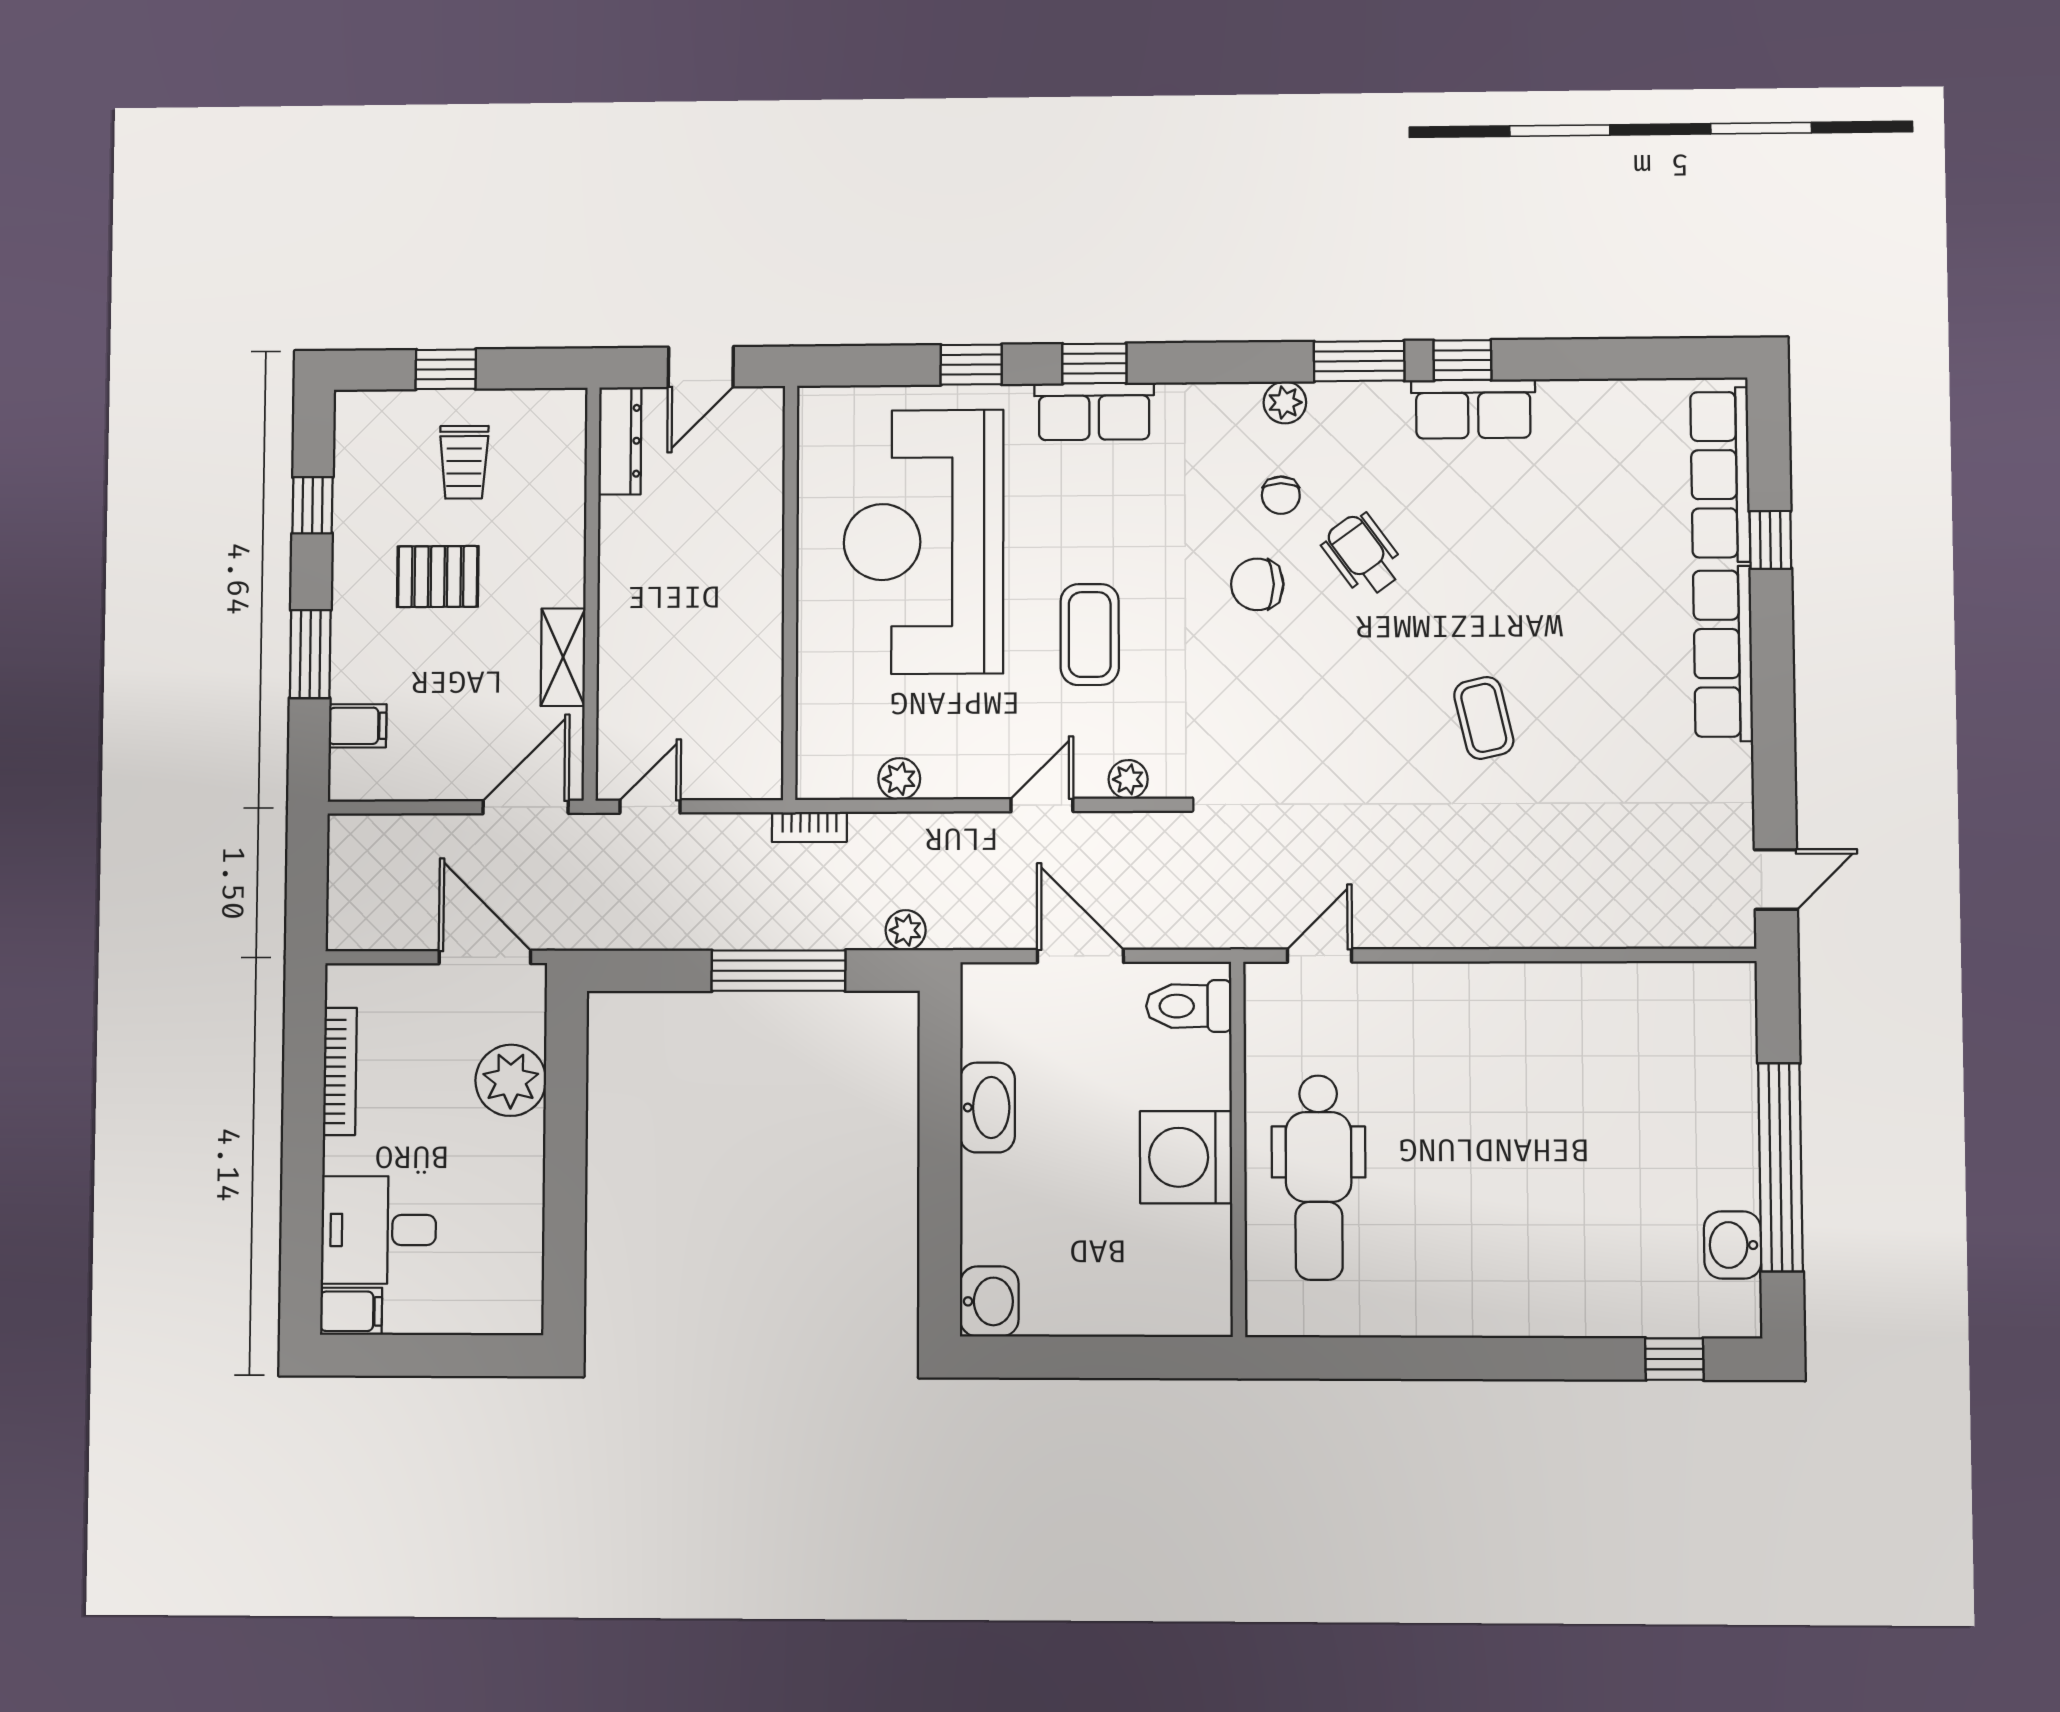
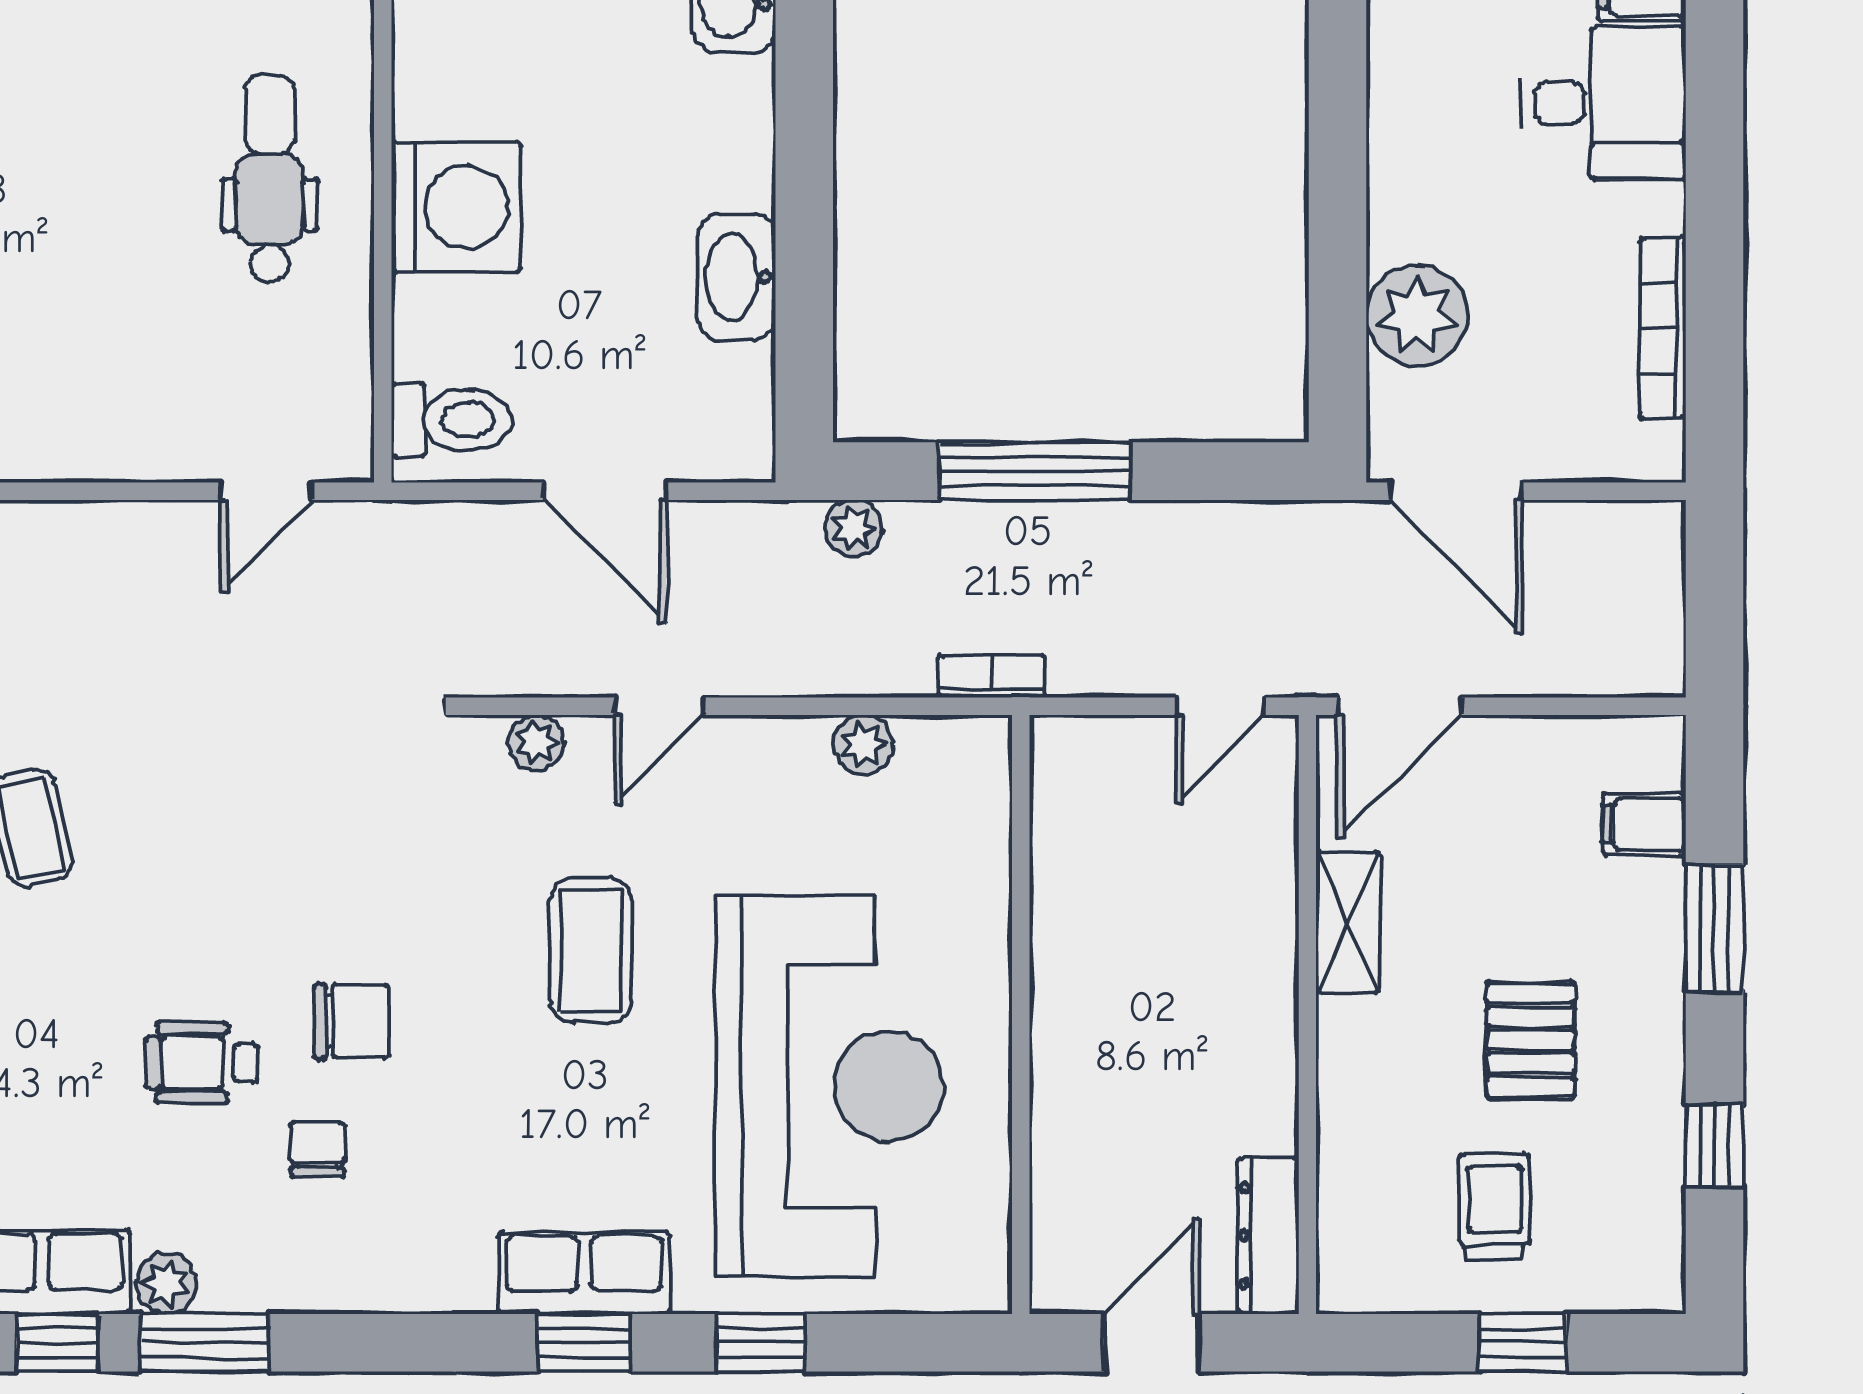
plant: (1285, 402) -> (167, 1284), moved
wheelchair: (1363, 555) -> (201, 1063), turned 126
pallet: (438, 577) -> (1531, 1040), turned 90
dental chair: (1319, 1177) -> (270, 179), width x0.73, depth x0.72

